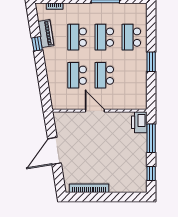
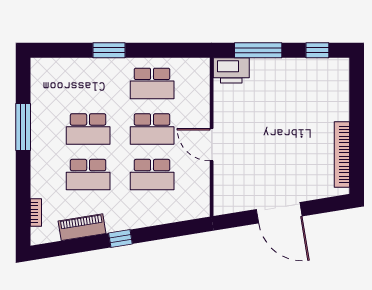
school desk: (131, 37) -> (152, 83), moved
window: (37, 44) -> (120, 238), moved
window: (151, 62) -> (109, 50), moved
door: (95, 111) -> (212, 145), hinge flipped

